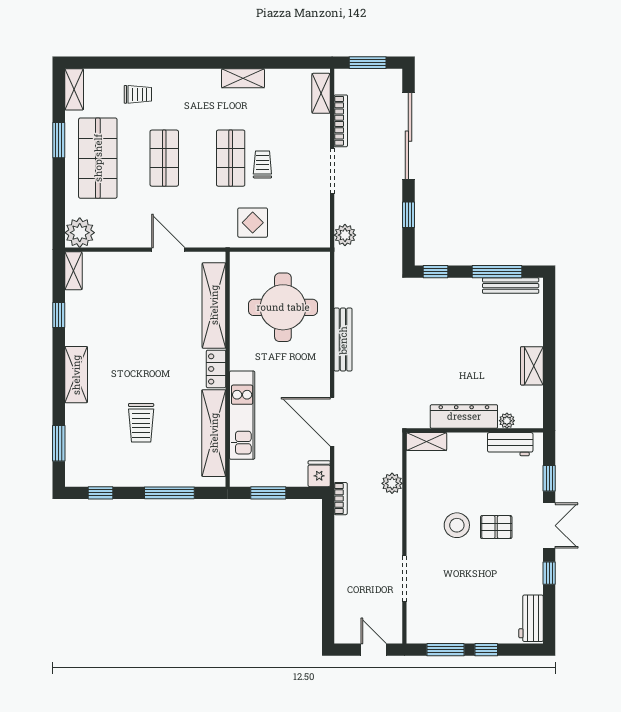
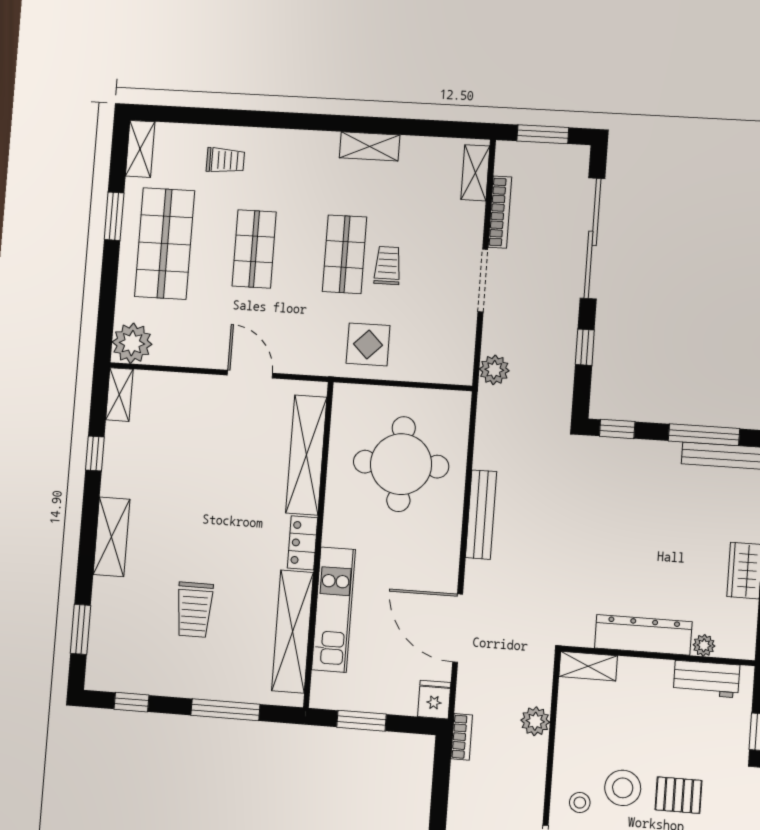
stool: (427, 538) -> (580, 803), added

